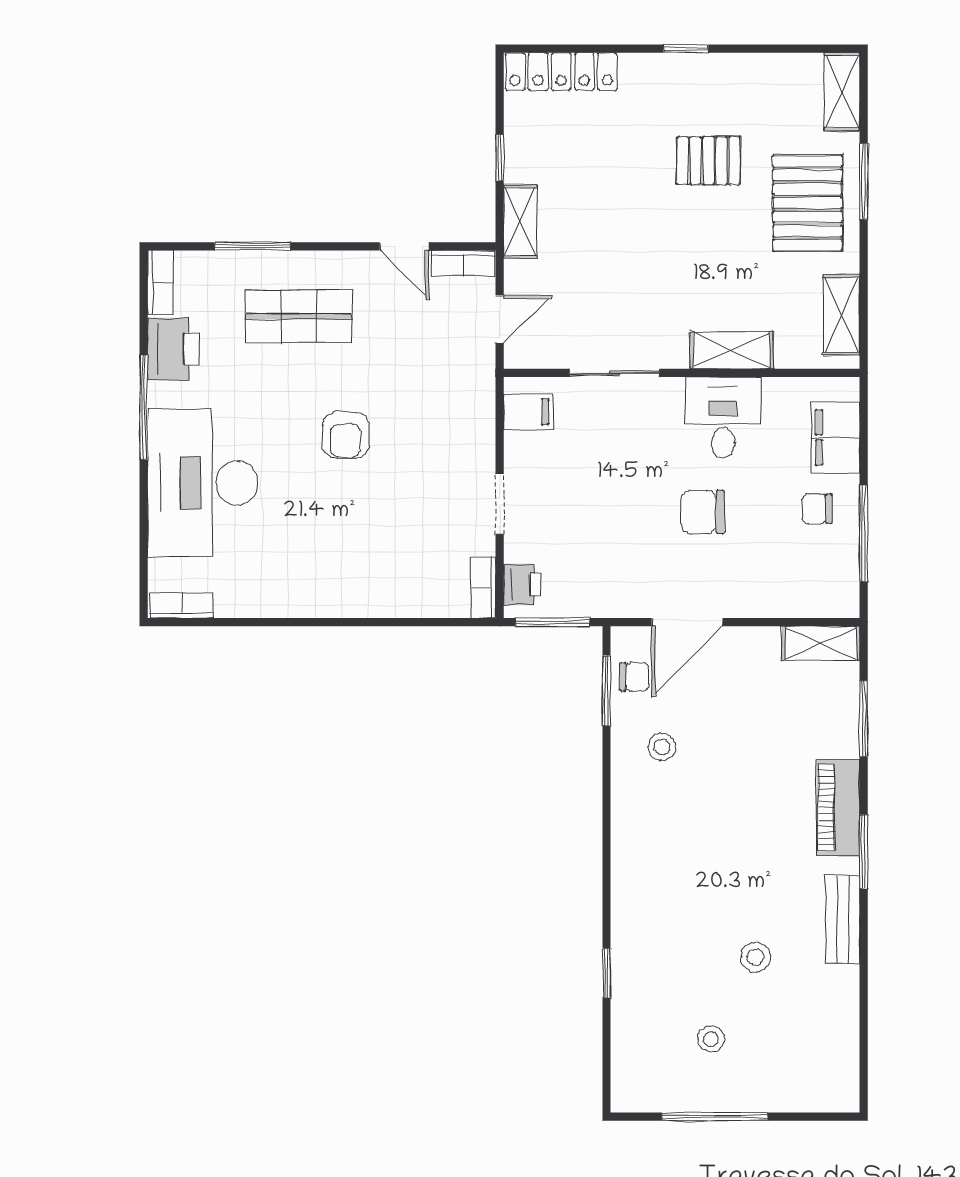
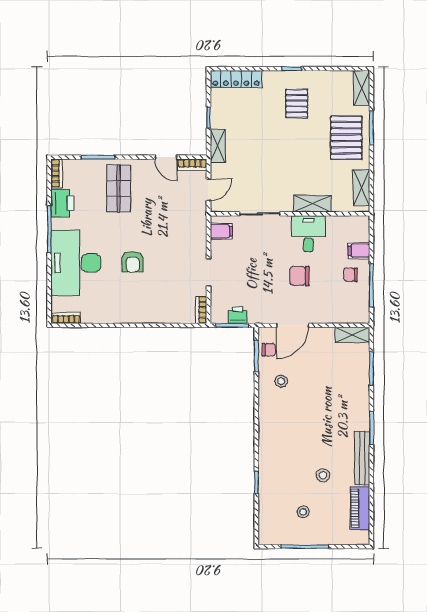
pallet: (709, 161) -> (297, 104), moved, turned 90
shop shelf: (299, 316) -> (119, 188), turned 90
armchair: (346, 435) -> (133, 262), moved
filing cabinet: (836, 438) -> (359, 251), width x0.50
printer: (522, 585) -> (238, 315), moved, turned -90
piano: (838, 808) -> (360, 508), moved
bench: (843, 919) -> (362, 458), width x1.36

